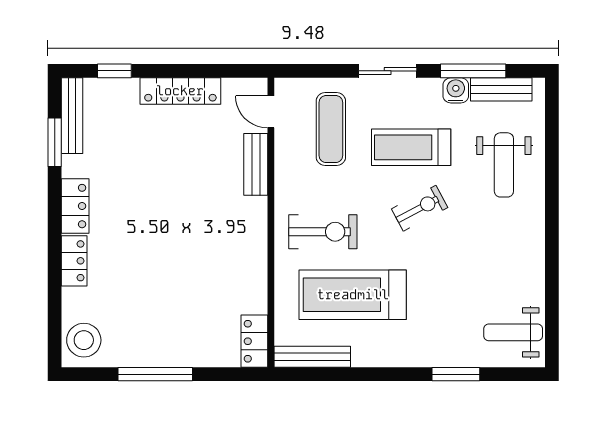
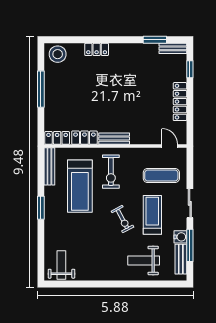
door: (271, 112) -> (170, 146), hinge flipped
bench: (72, 116) -> (173, 48), width x0.73
bench: (256, 164) -> (114, 139), moved
locker: (75, 206) -> (84, 138), moved, turned 180
treadmill: (353, 295) -> (80, 186), turned 180
window: (456, 374) -> (41, 208), moved

